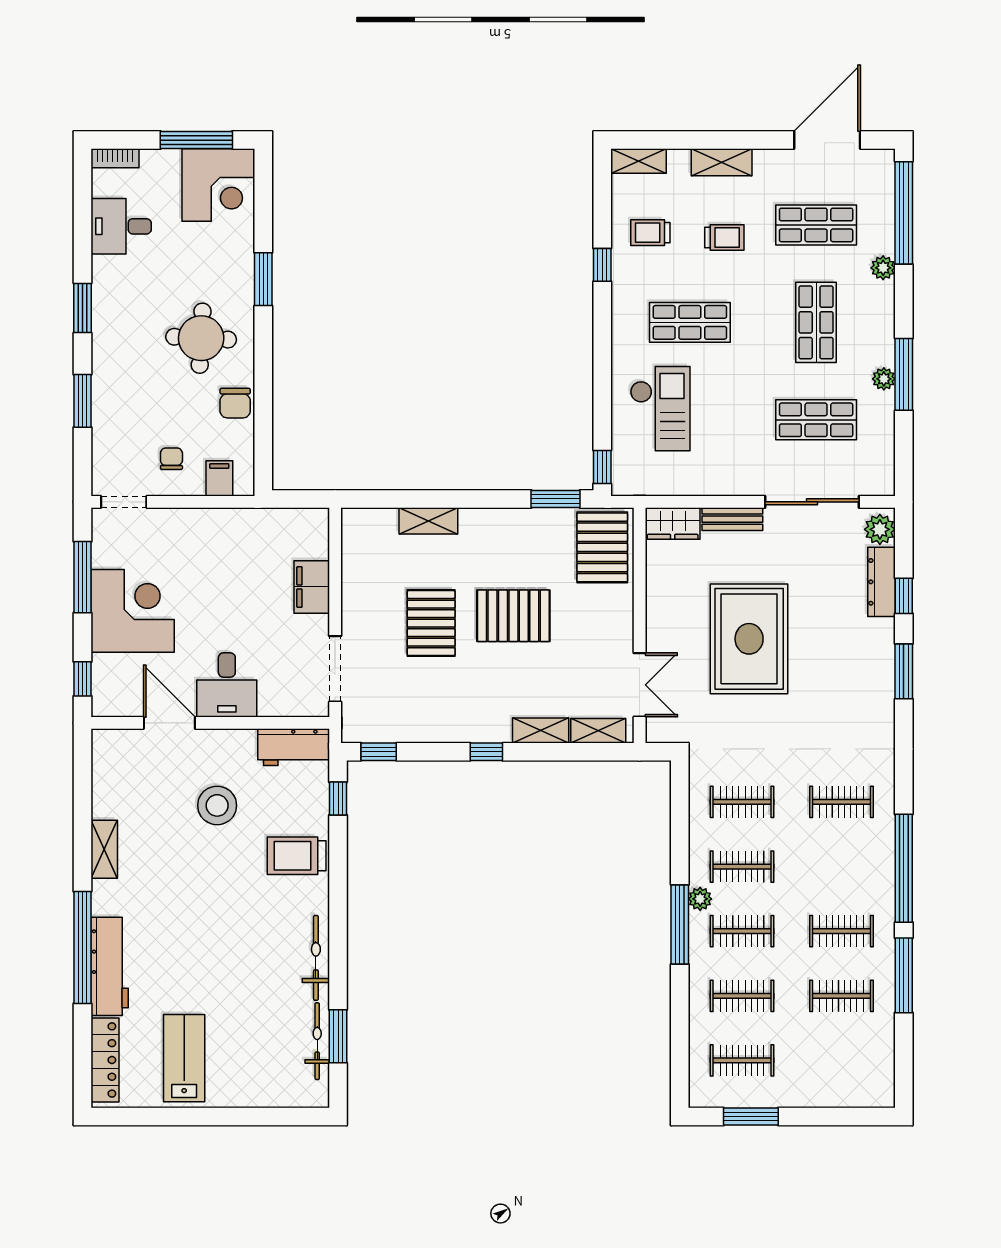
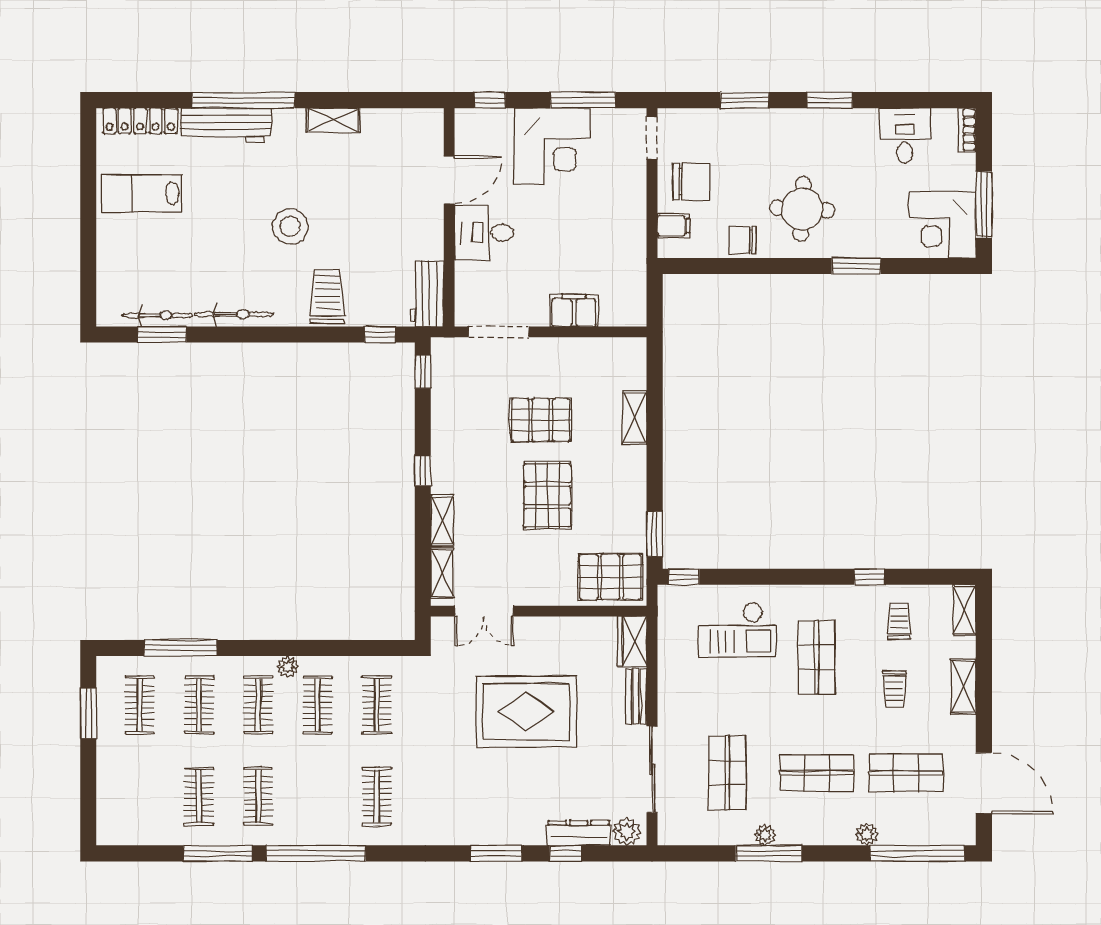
shop shelf: (816, 225) -> (906, 773), turned 90
chair: (171, 459) -> (692, 182), width x1.87, depth x1.87
stool: (217, 805) -> (290, 226), moved
window: (680, 925) -> (181, 648), moved
lab bench: (184, 1058) -> (142, 193), turned 180

